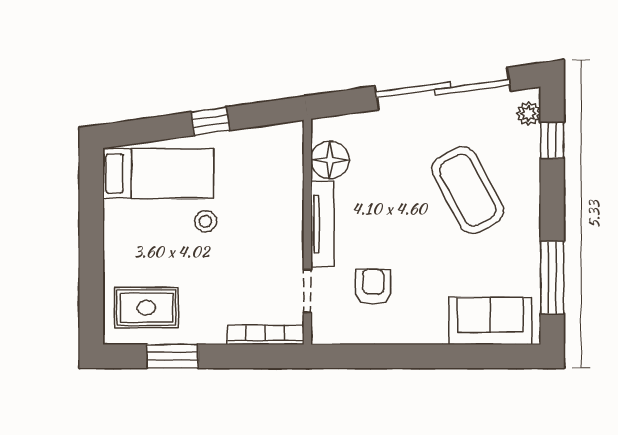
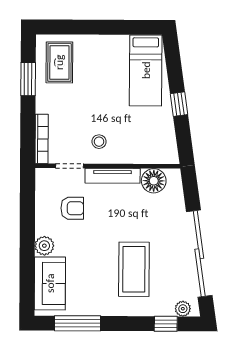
coffee table: (468, 190) -> (134, 269), turned -62
stool: (206, 221) -> (99, 142), moved
plant: (432, 330) -> (44, 246), added

